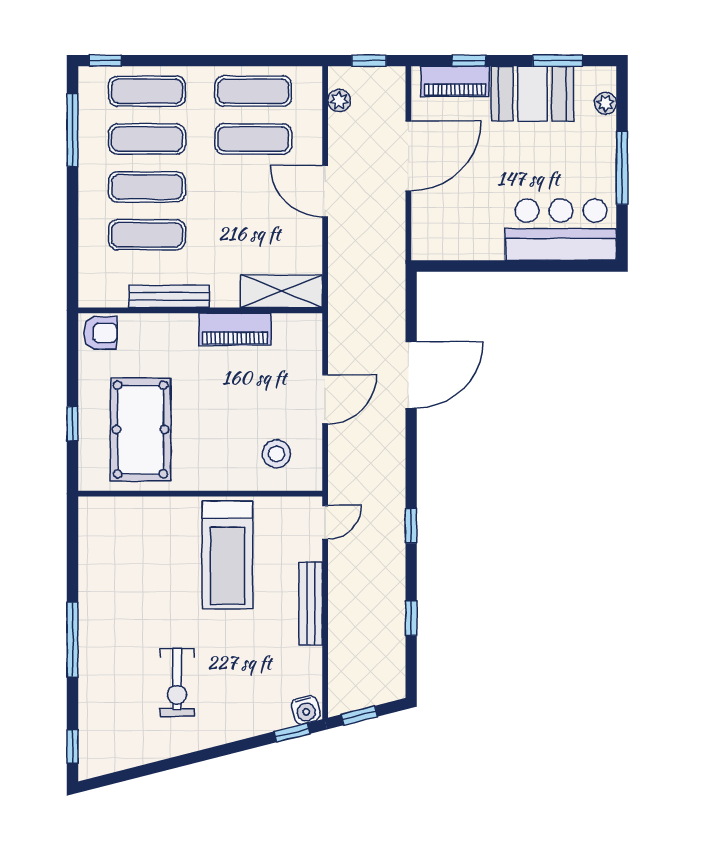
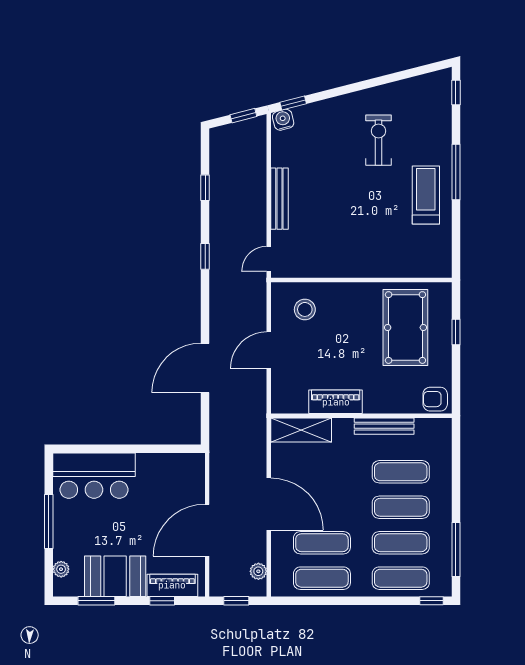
door: (325, 191) -> (269, 504), width x1.36
treadmill: (227, 555) -> (426, 195), moved, width x0.73, depth x0.73

